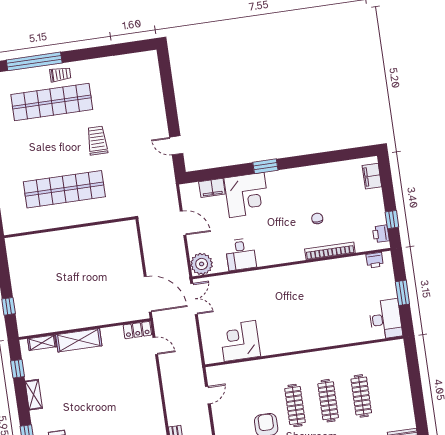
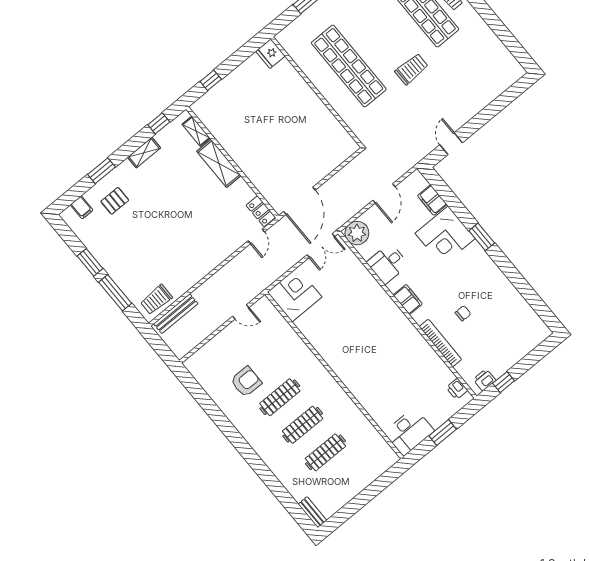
filing cabinet: (372, 176) -> (408, 299), moved, turned 90
fridge: (16, 246) -> (270, 54), added
corner desk: (240, 341) -> (295, 295), moved

